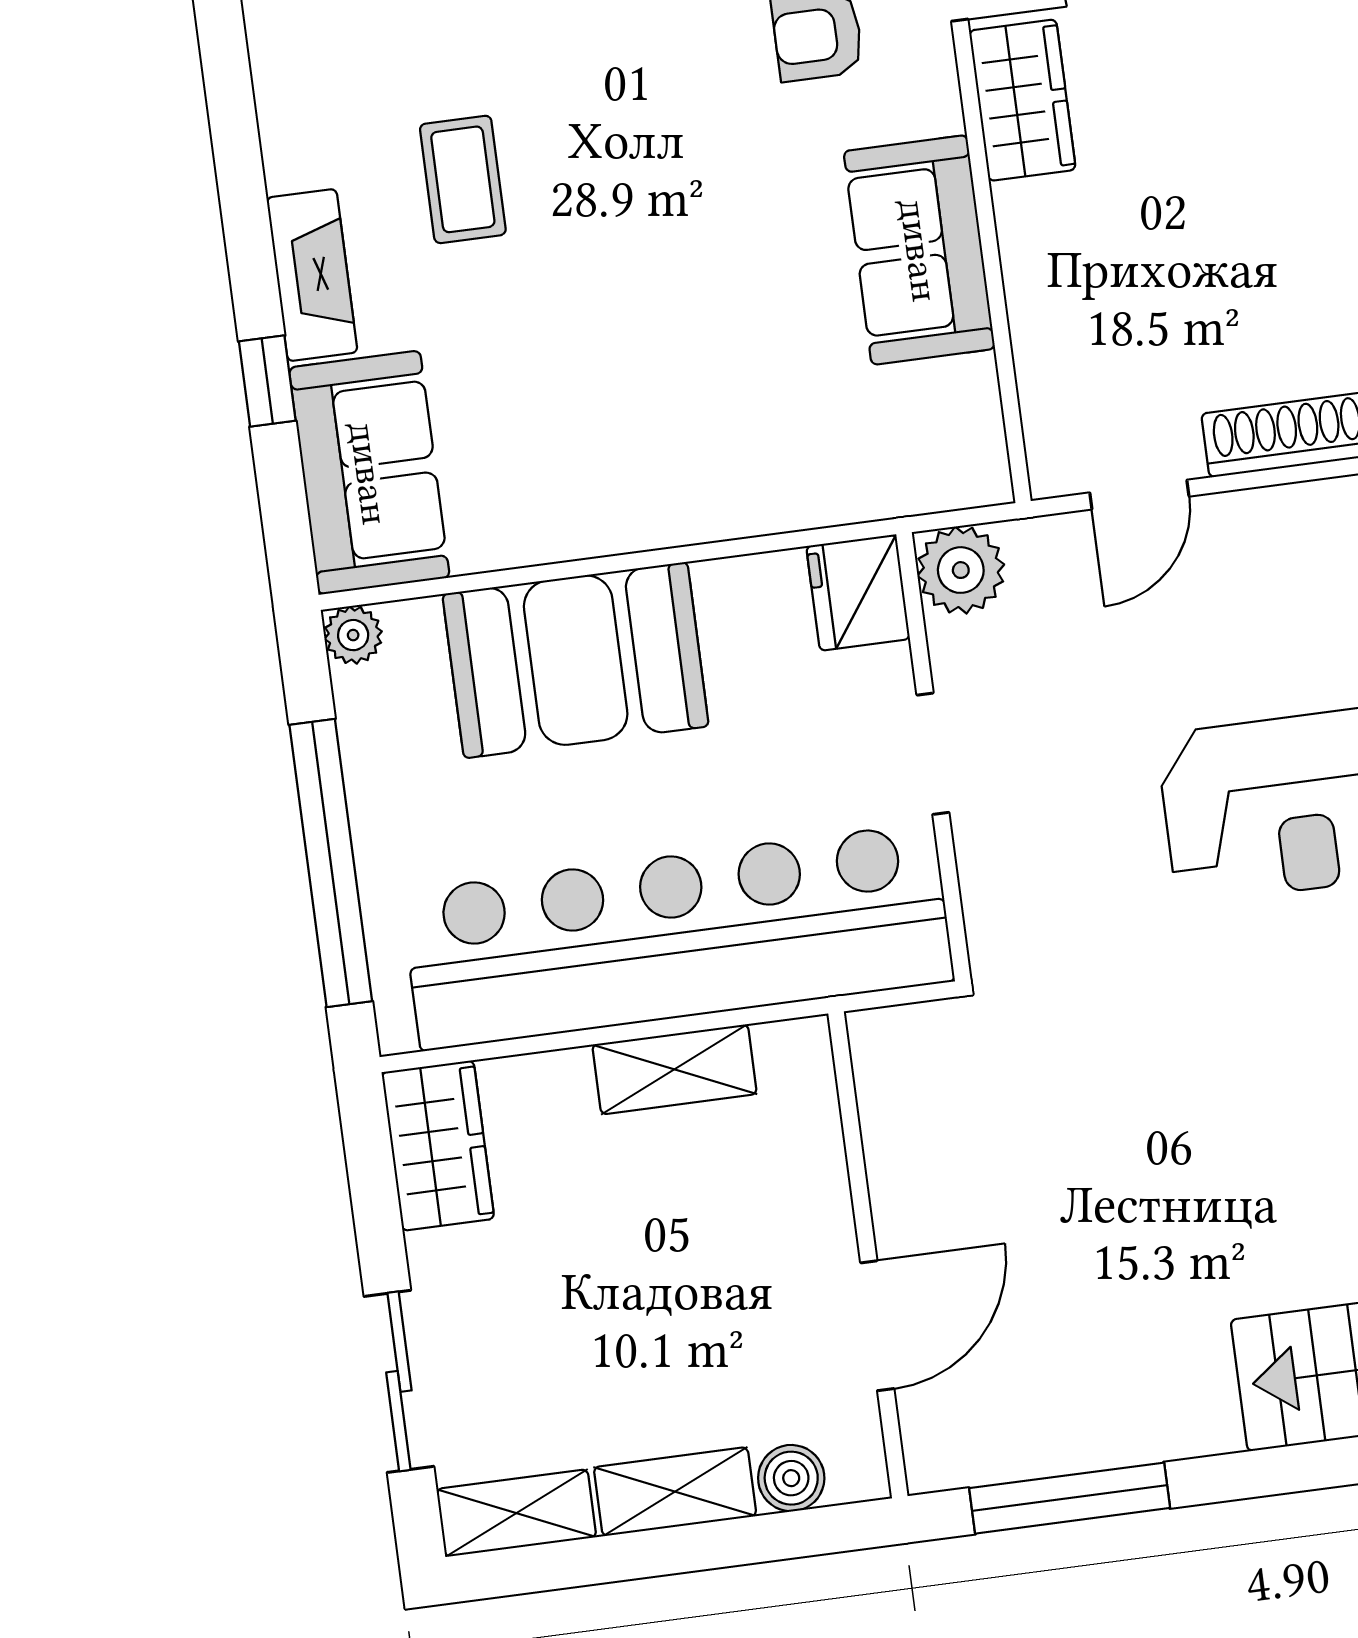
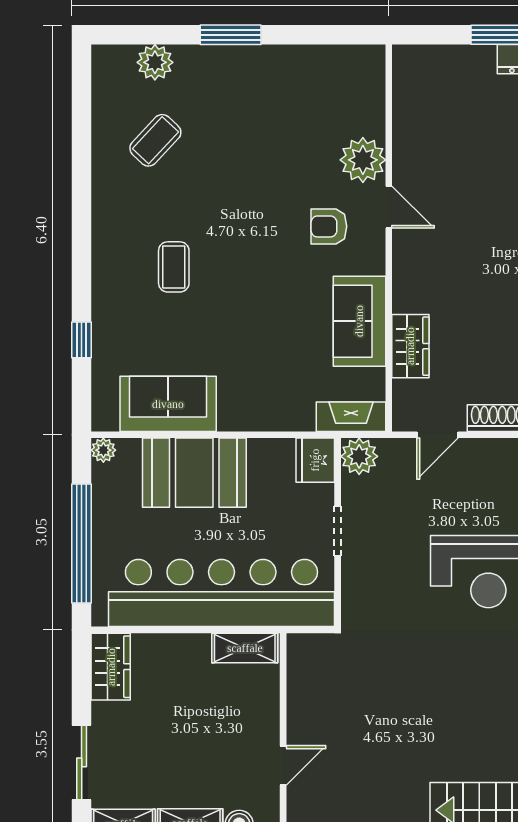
wardrobe: (1022, 100) -> (410, 346), moved
fireplace: (312, 275) -> (351, 417), moved, turned -90
sofa: (369, 473) -> (168, 404), moved, turned -90
shelving: (675, 1069) -> (245, 648), moved
door: (877, 1326) -> (283, 765), width x0.73

